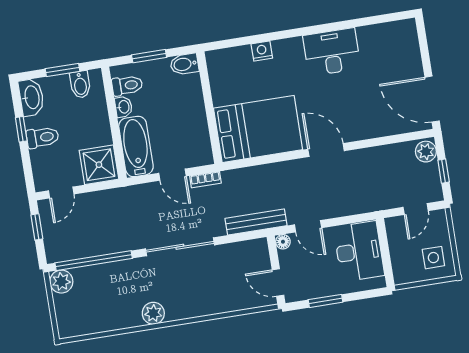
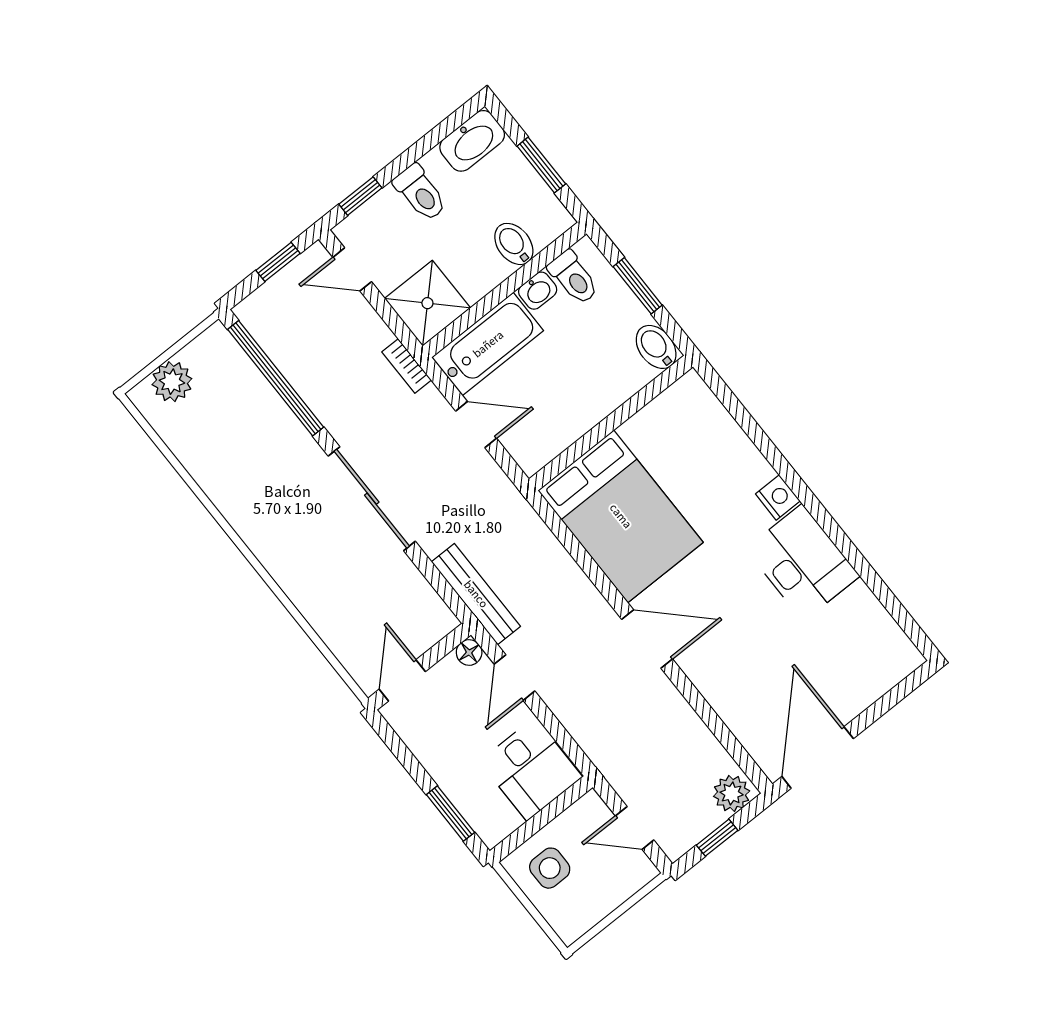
nightstand: (262, 51) -> (778, 497), moved
bidet: (80, 84) -> (514, 244), moved, turned 90
window: (21, 129) -> (360, 196), moved
door: (326, 150) -> (647, 639), hinge flipped
door: (172, 175) -> (476, 425), swing flipped
bookcase: (205, 180) -> (407, 366), moved
desk: (359, 251) -> (531, 769), width x0.73
side table: (433, 258) -> (550, 868), moved
plant: (61, 282) -> (172, 382), moved
window: (325, 301) -> (450, 814), moved
plant: (153, 313) -> (247, 516), removed

